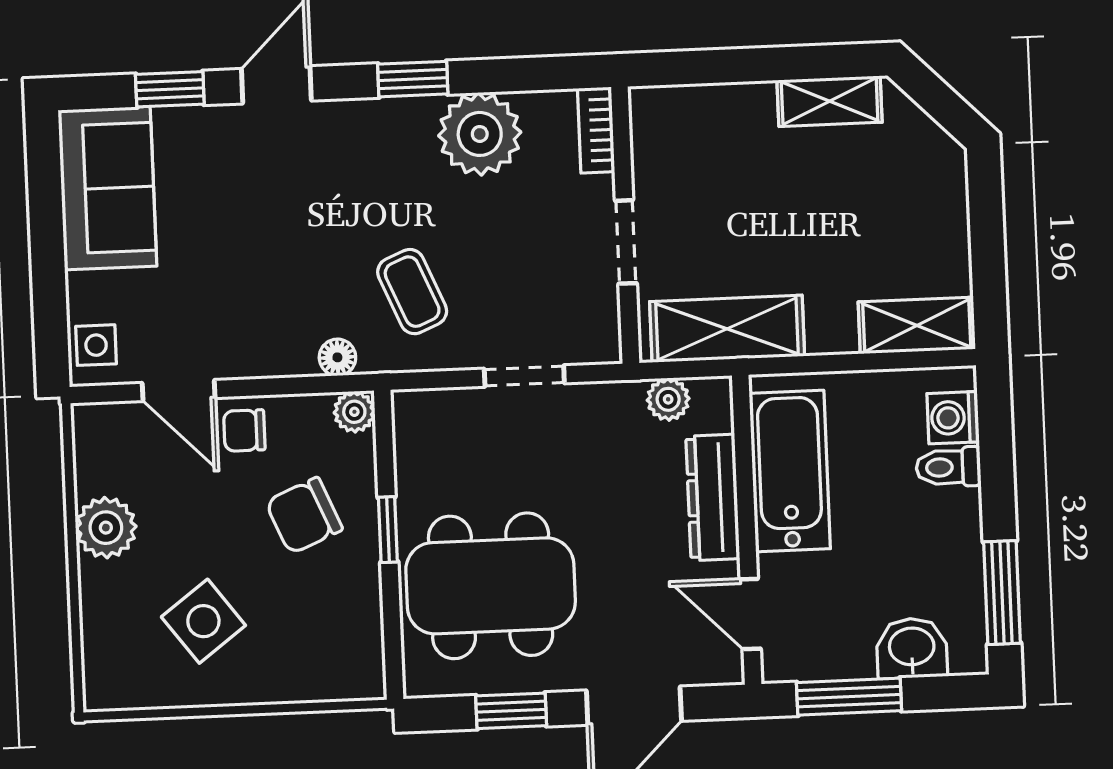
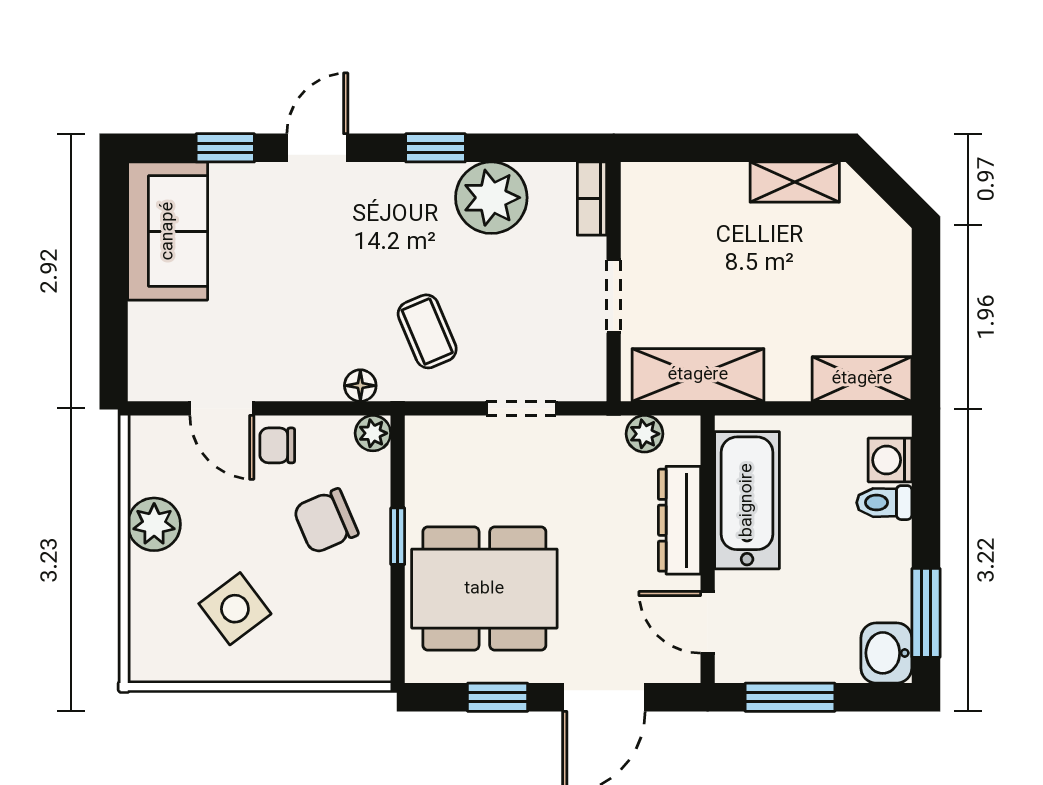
side table: (96, 345) -> (152, 366), removed
washbasin: (912, 648) -> (886, 653), moved, turned -90

